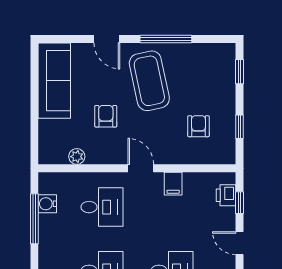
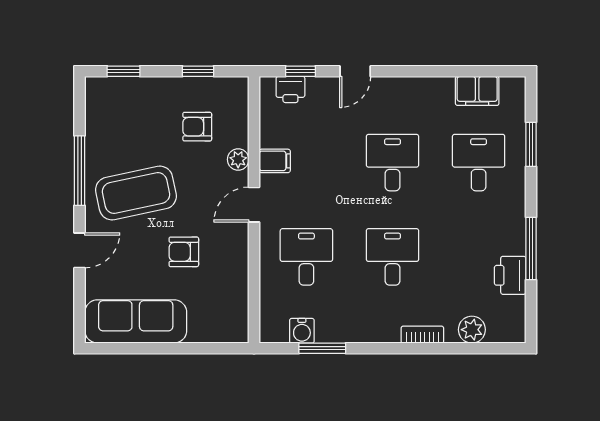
plant: (77, 157) -> (238, 159), moved
window: (34, 219) -> (322, 348), width x0.69

